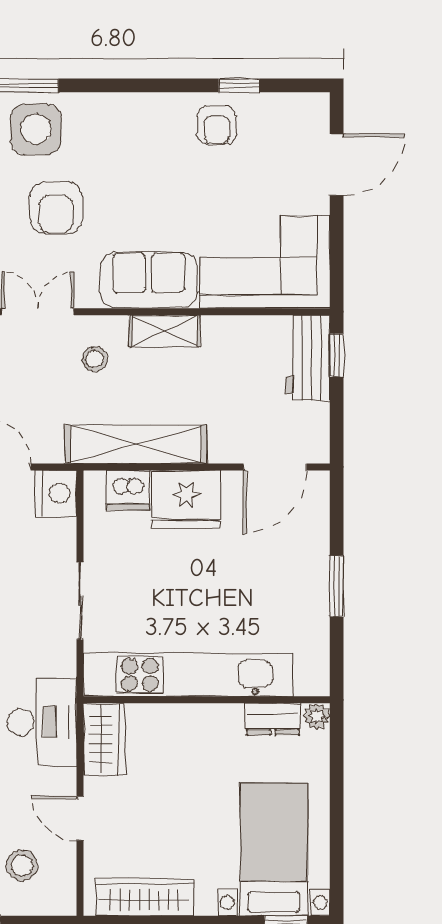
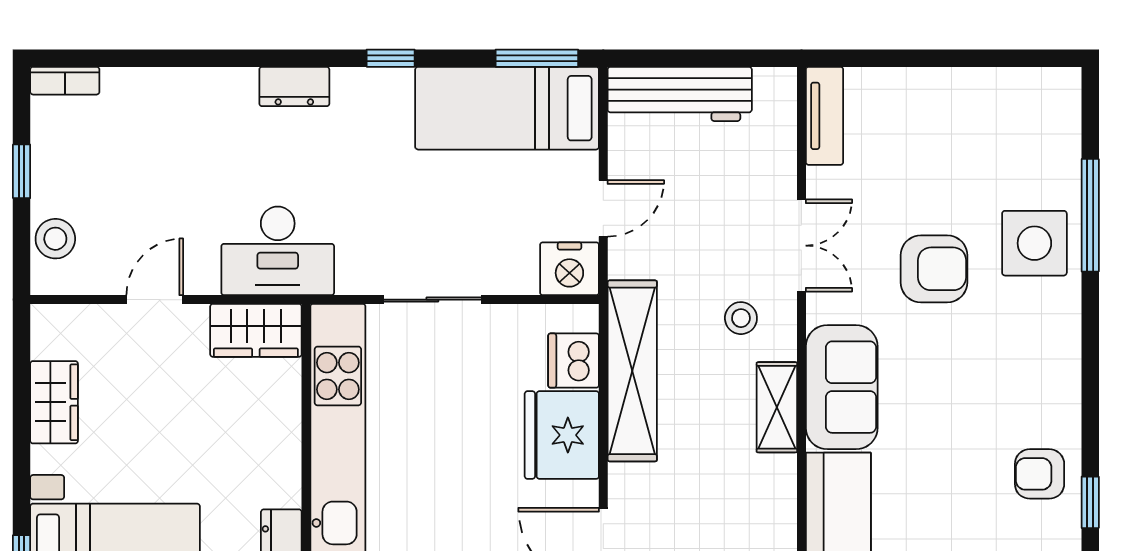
armchair: (56, 208) -> (934, 269), turned 180
stool: (22, 865) -> (55, 239), moved
wardrobe: (144, 897) -> (54, 402), width x0.67

